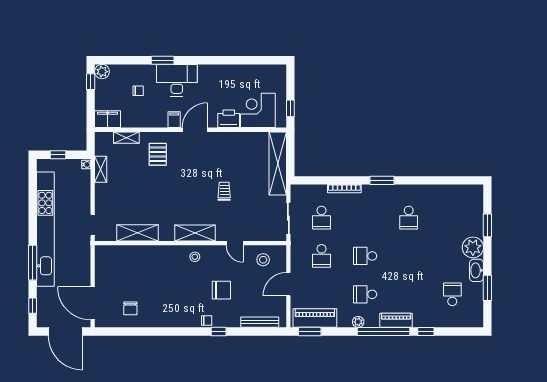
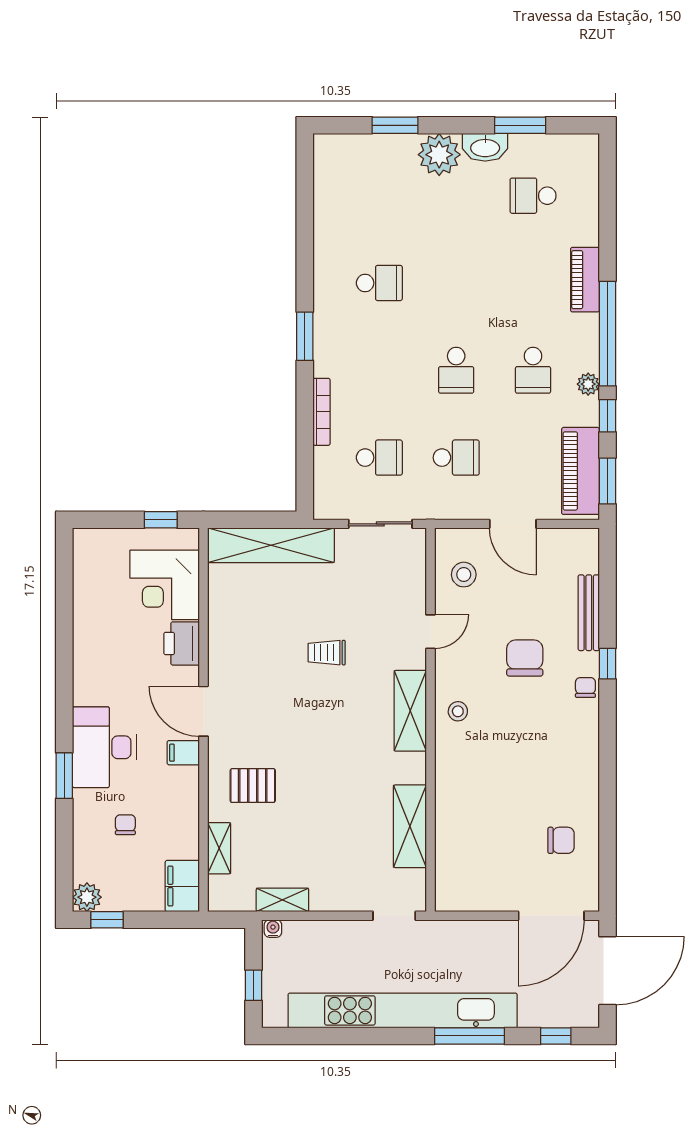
piano: (396, 320) -> (585, 280), moved
bench: (260, 322) -> (589, 613), moved
window: (426, 332) -> (607, 416), moved

